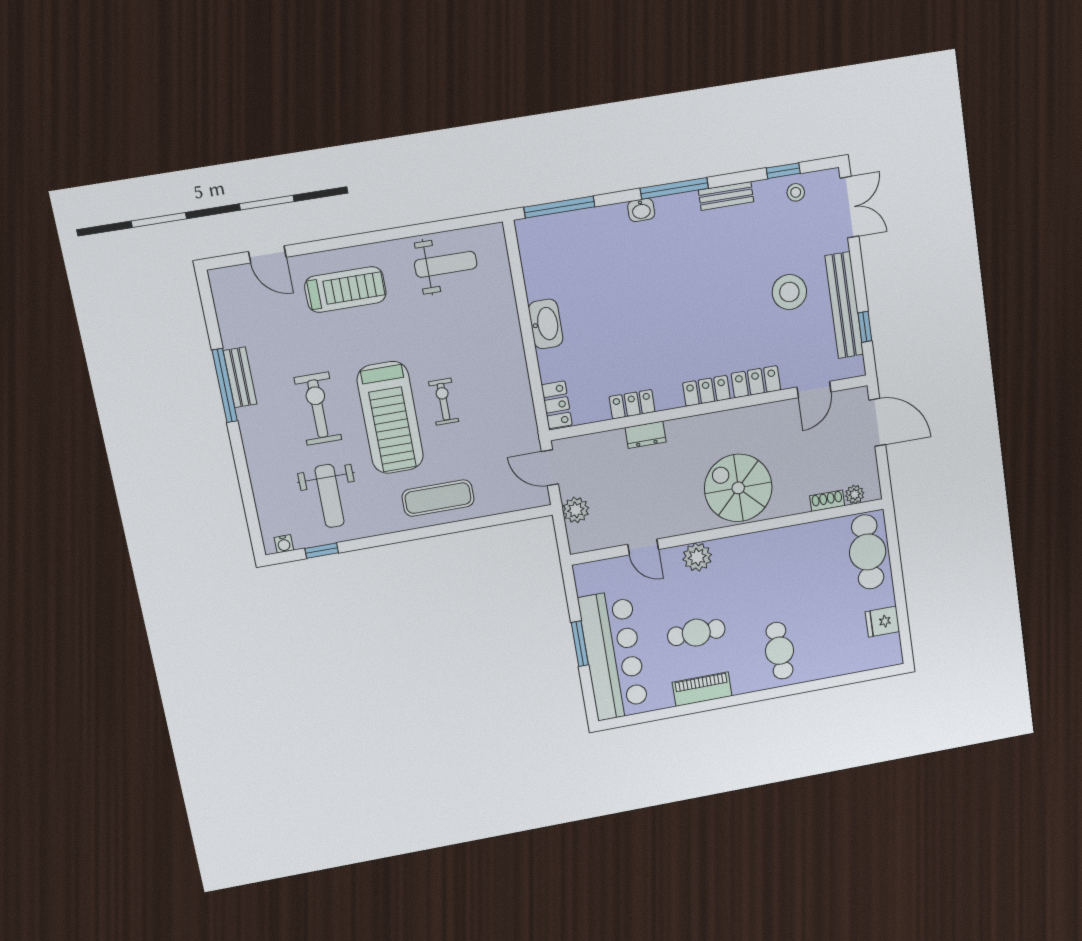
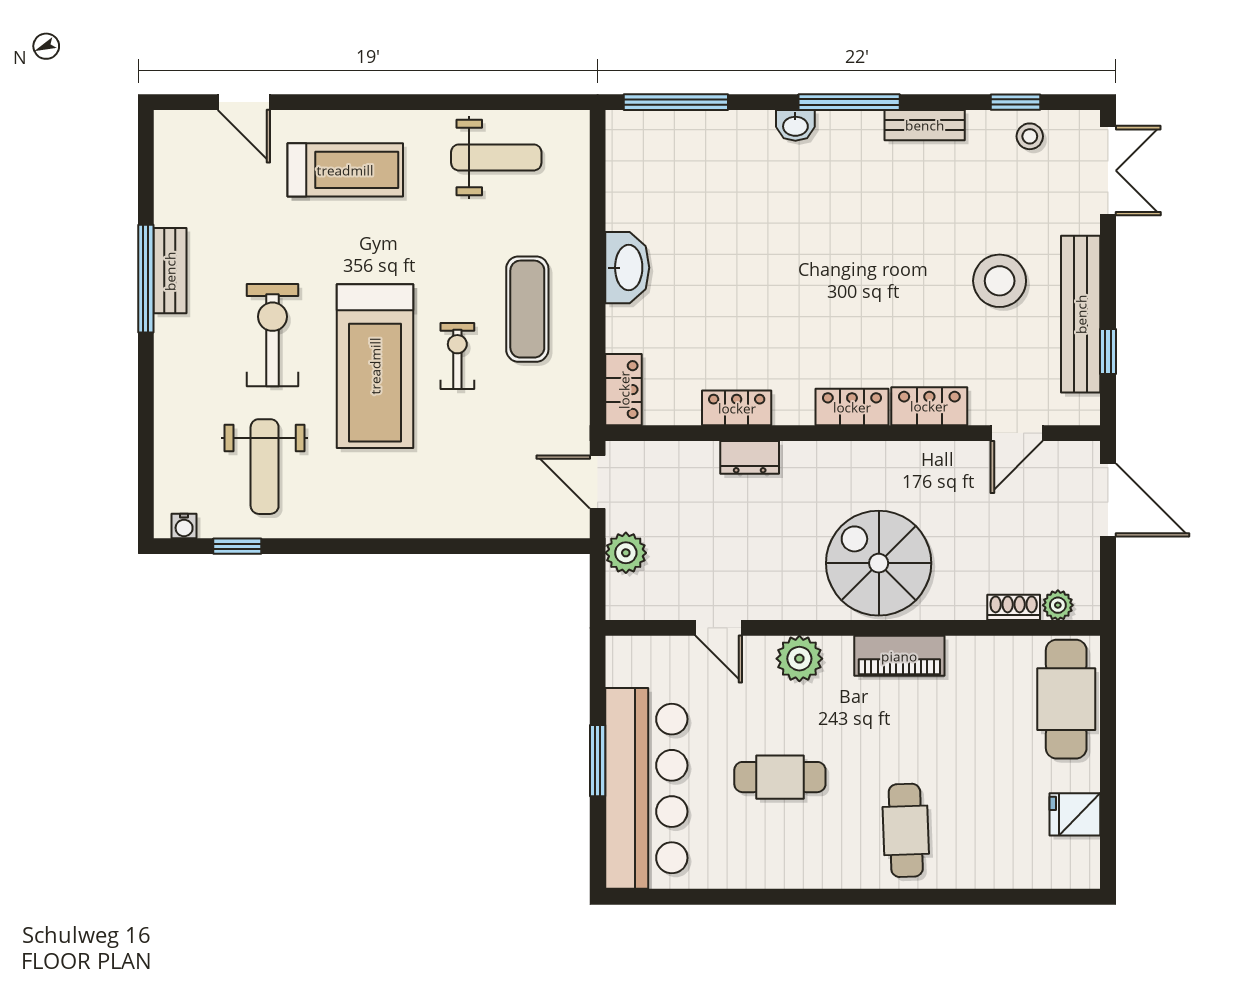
exercise mat: (438, 498) -> (527, 309), moved, turned 90
piano: (702, 689) -> (899, 656), moved, turned 180

